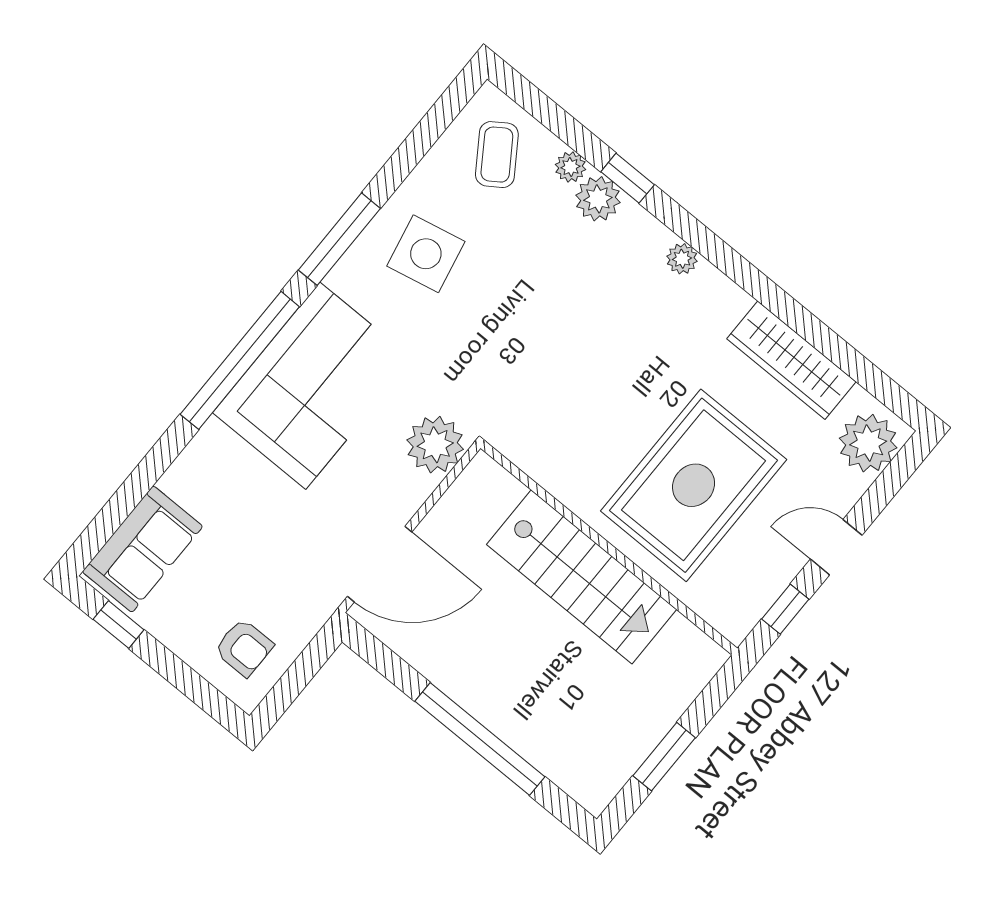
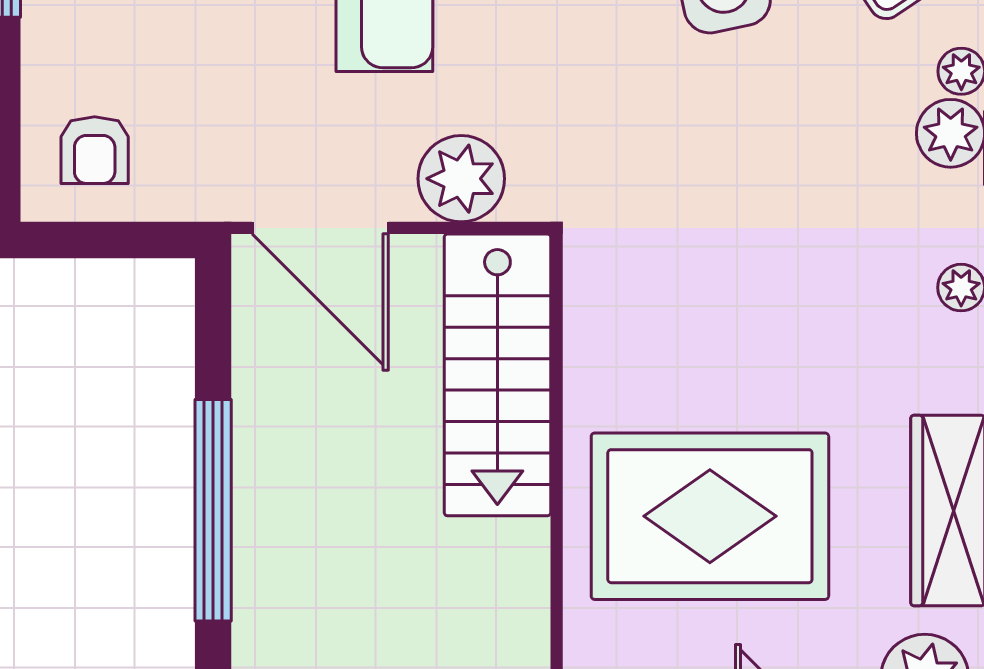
plant: (435, 445) -> (461, 179), moved
stairs: (582, 577) -> (497, 375), moved

